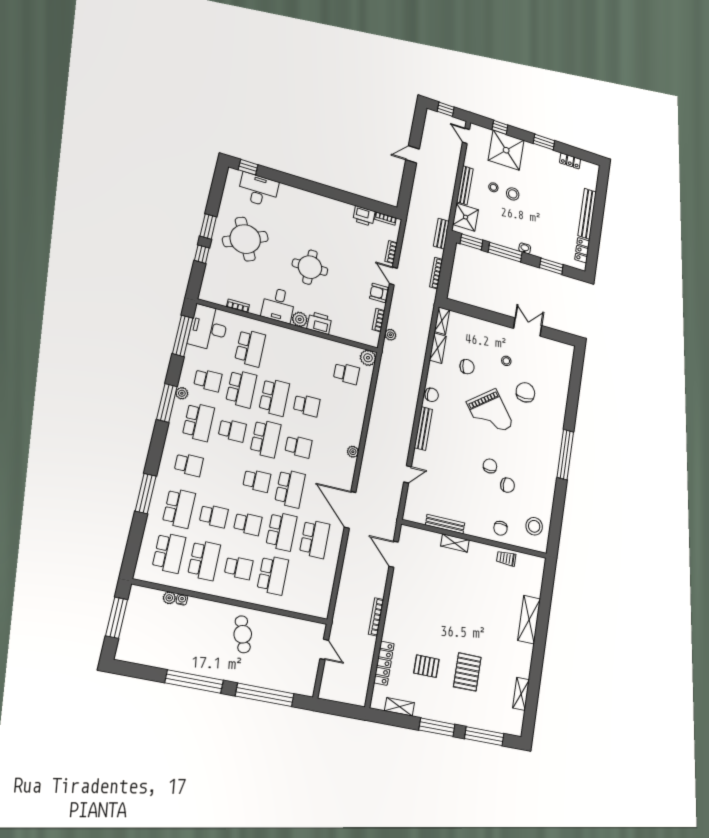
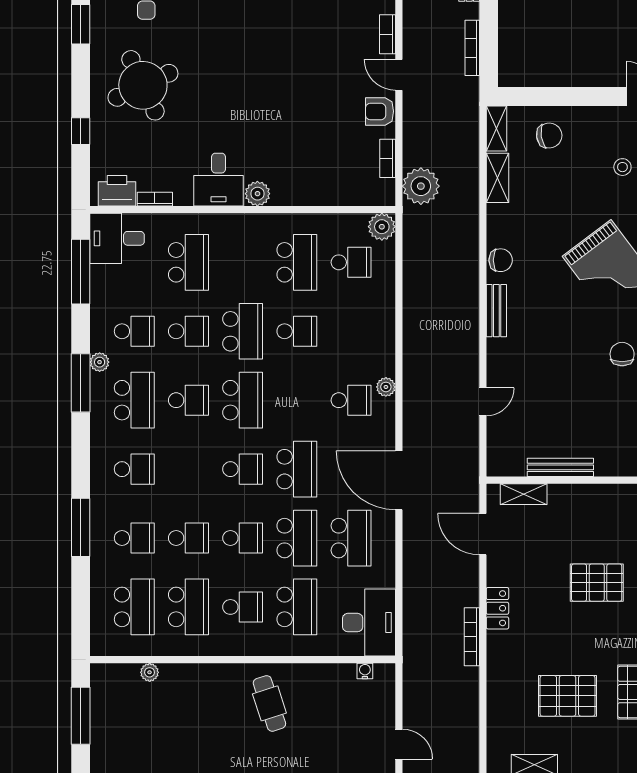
window: (208, 227) -> (81, 24), moved
round table: (310, 267) -> (257, 101), removed
printer: (319, 323) -> (117, 191), moved
desk: (209, 328) -> (117, 238), width x0.73
plant: (390, 335) -> (421, 186), width x1.88, depth x1.88
school desk: (315, 365) -> (297, 262), added
chair: (467, 367) -> (549, 135), moved
school desk: (241, 389) -> (188, 331), width x0.54
bench: (423, 429) -> (496, 311), width x0.73
school desk: (298, 447) -> (351, 400), moved
school desk: (179, 508) -> (134, 538), width x0.54
shelving: (455, 543) -> (524, 494), moved
desk: (315, 595) -> (369, 623), added
water cooler: (182, 599) -> (365, 671), moved
pallet: (455, 599) -> (597, 583), added
door: (324, 649) -> (399, 744), moved
locker: (384, 663) -> (497, 608), moved, width x0.66
pallet: (426, 666) -> (568, 696), width x1.50, depth x1.42

